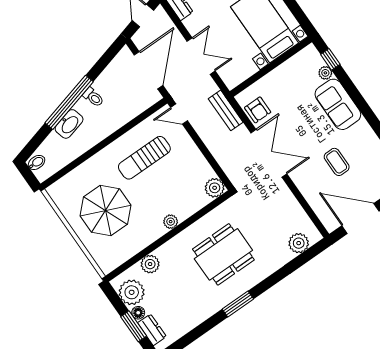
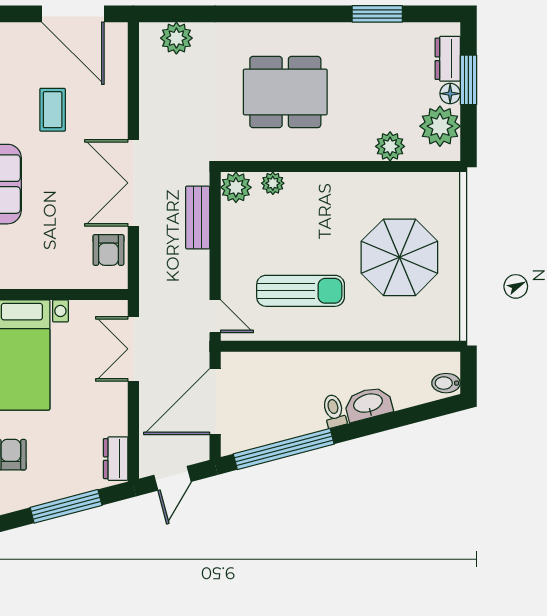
double door: (201, 56) -> (133, 349), moved
toilet: (93, 97) -> (334, 411), moved
window: (69, 102) -> (284, 449), moved
bench: (226, 110) -> (198, 218), moved
armchair: (258, 110) -> (108, 250), turned 180
plant: (171, 222) -> (273, 183), moved
window: (238, 304) -> (377, 14), moved

